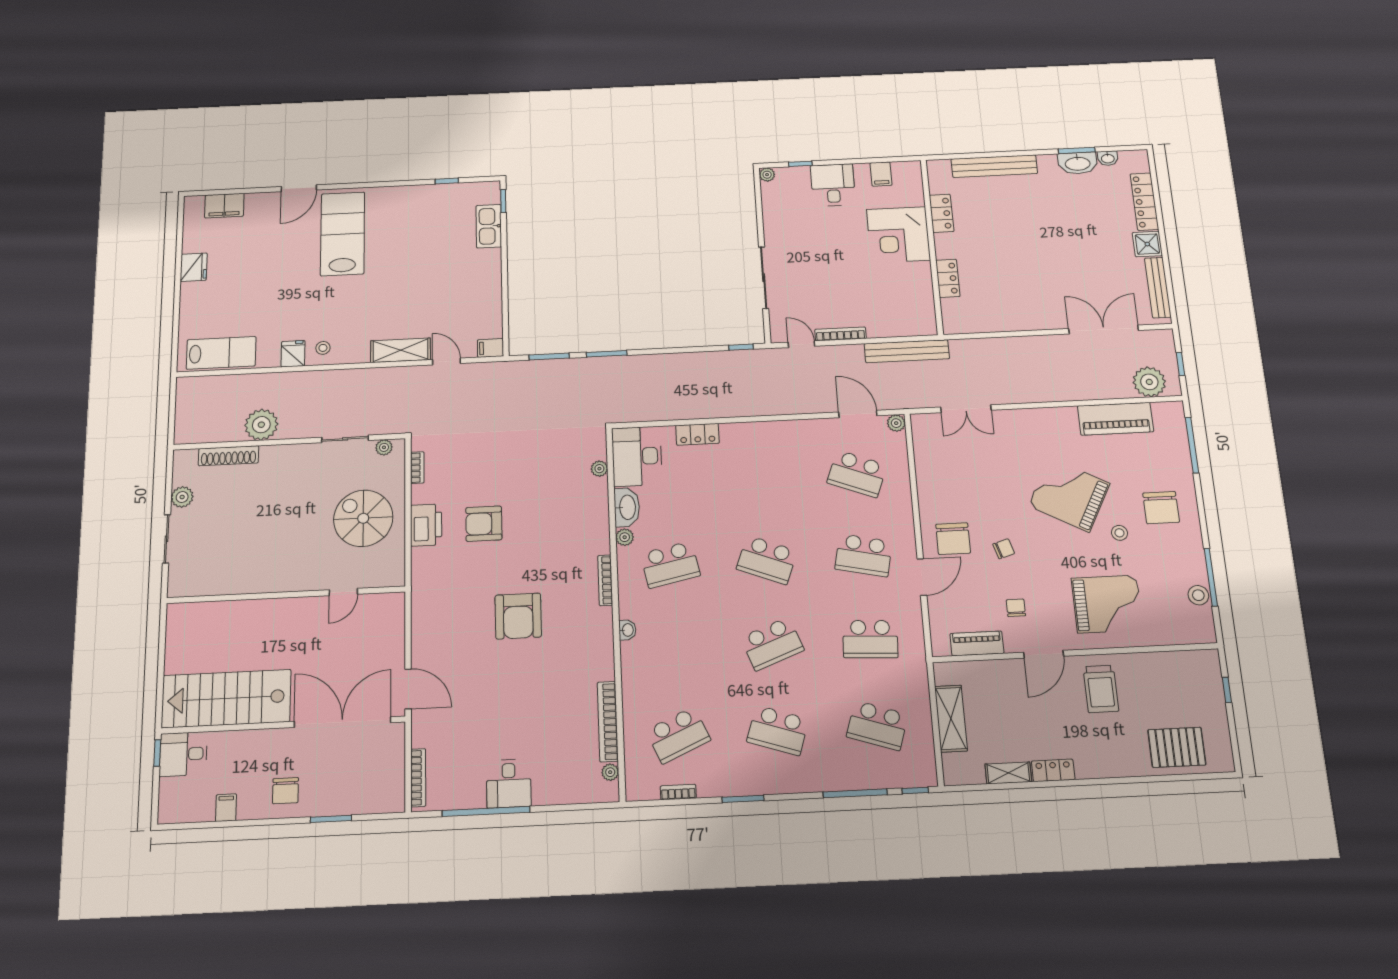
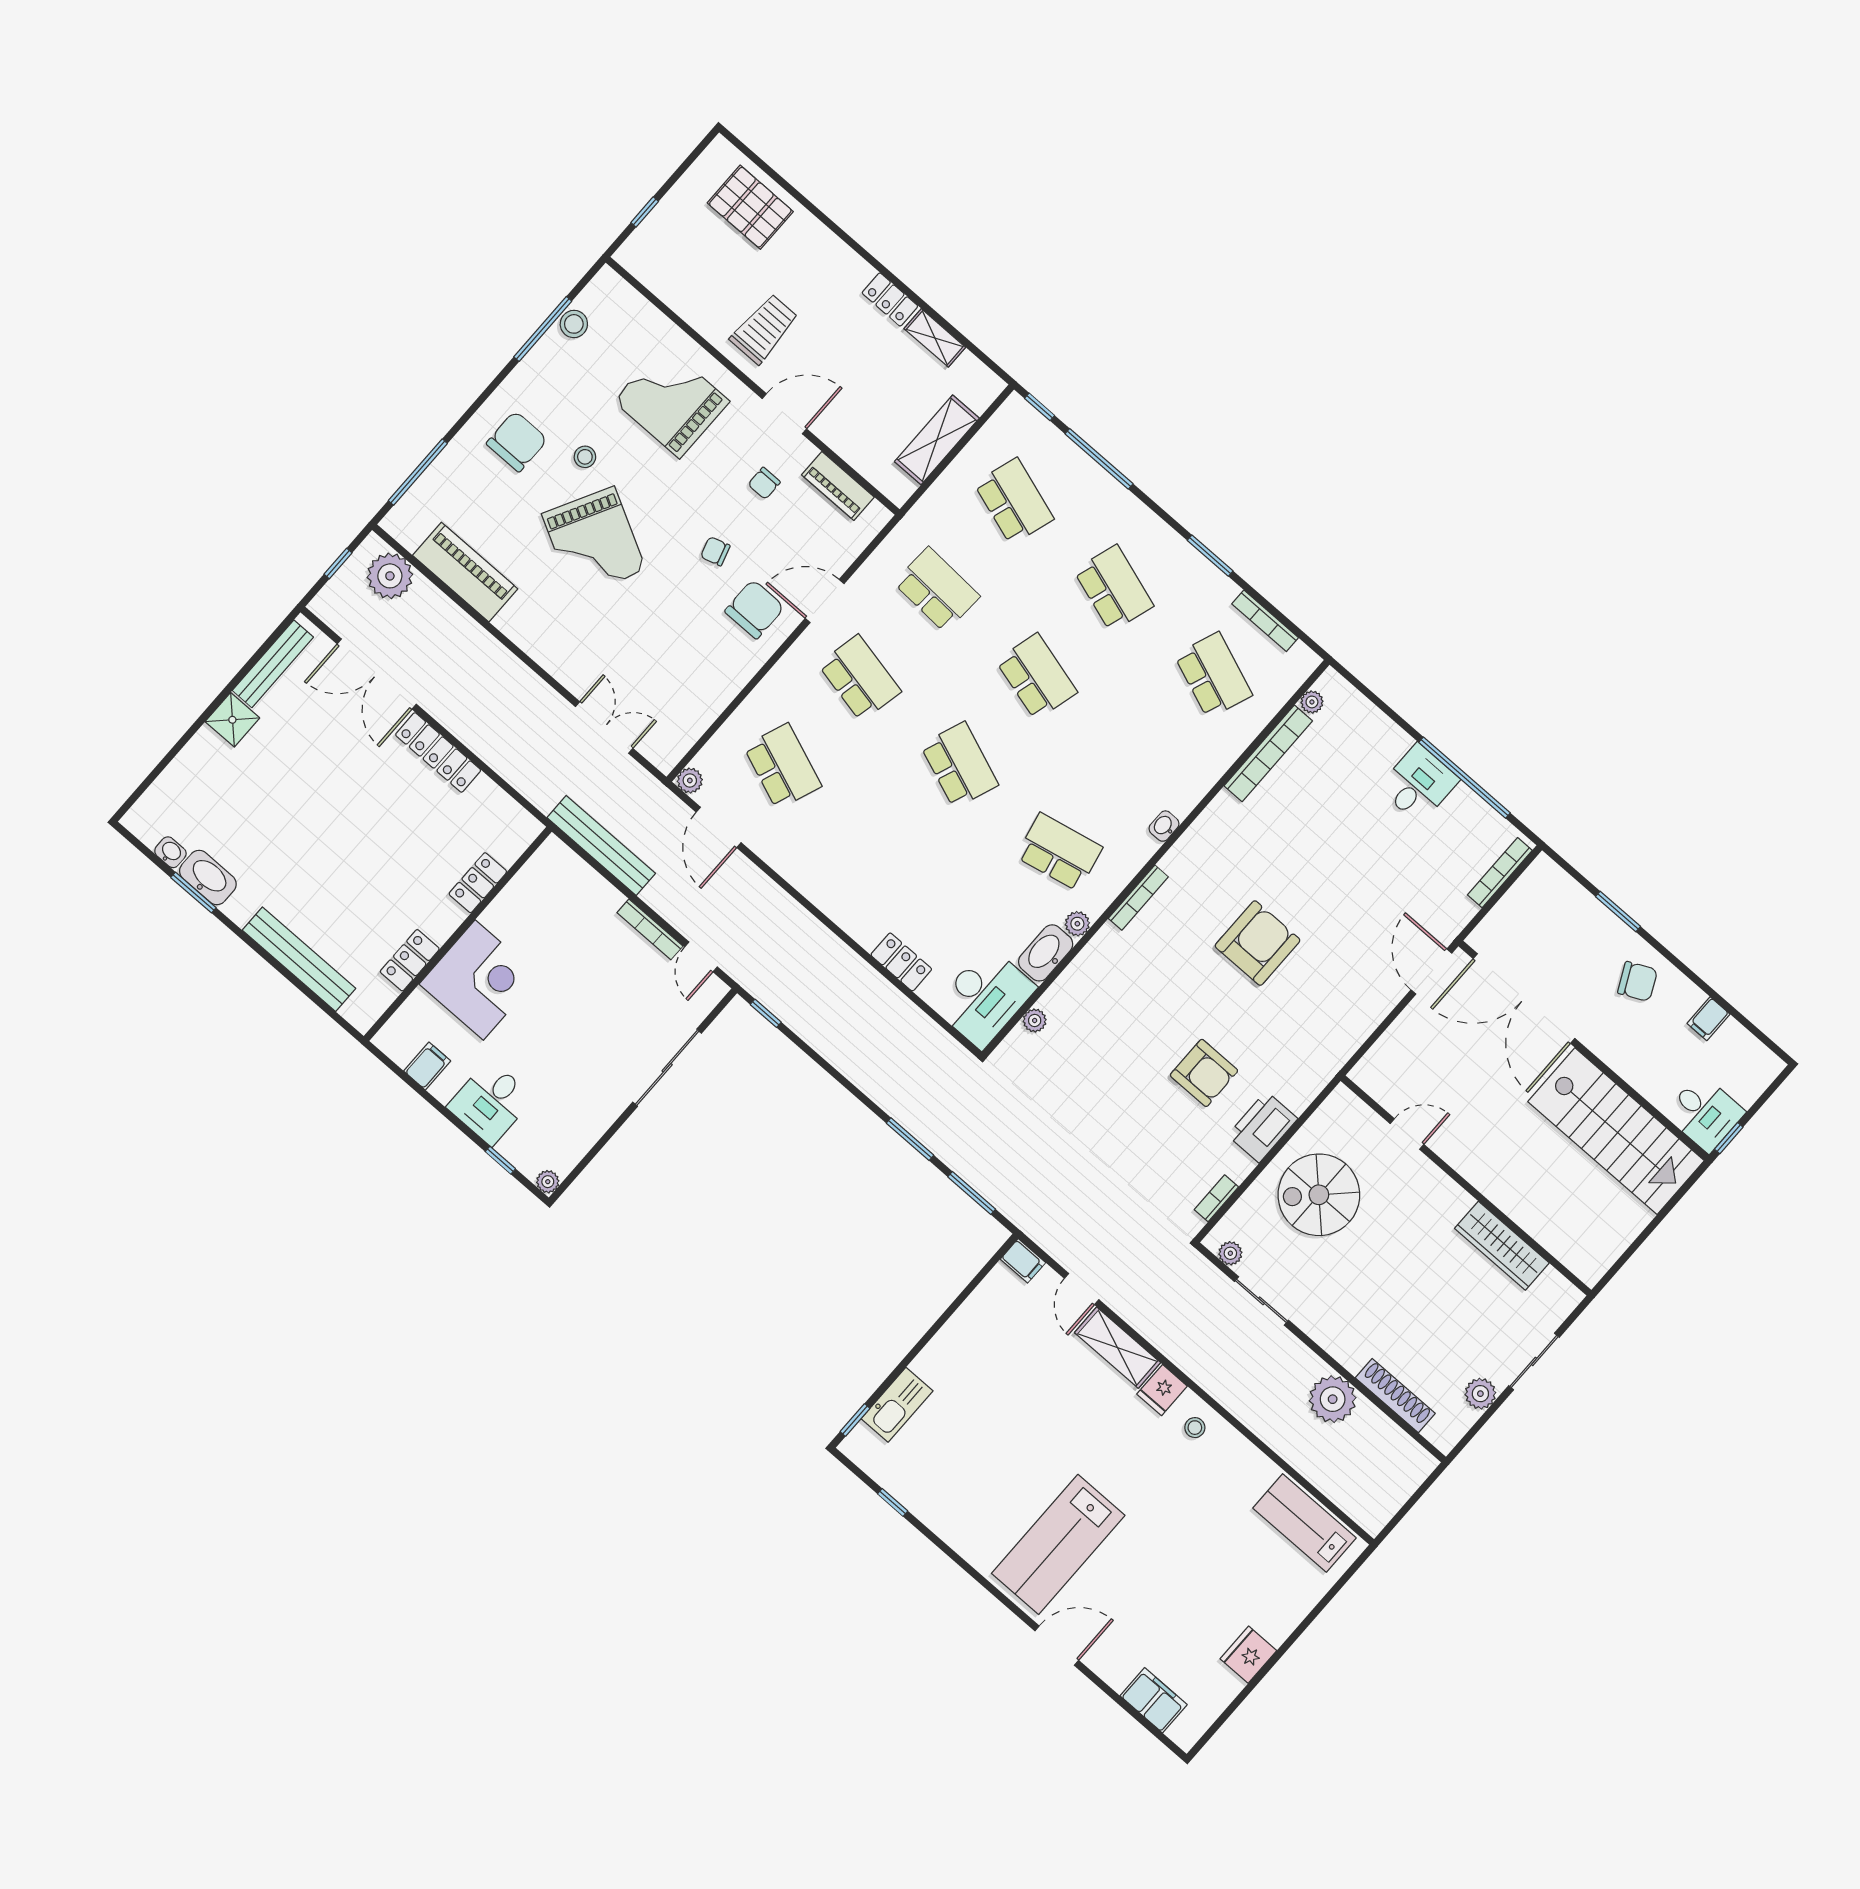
locker: (1144, 202) -> (438, 752), moved, turned 90
fridge: (293, 354) -> (1162, 1390), moved
spiral stairs: (363, 518) -> (1319, 1195), turned 90
wardrobe: (238, 582) -> (1502, 1246), added
school desk: (772, 644) -> (1036, 677), turned 36
school desk: (678, 735) -> (1213, 675), turned 45
chair: (285, 791) -> (1638, 981), turned 64
bookcase: (678, 792) -> (1265, 621), width x1.56

